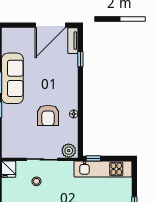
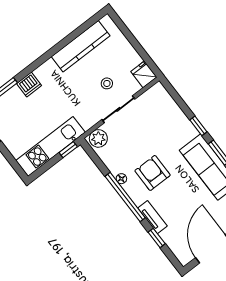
tv unit: (73, 41) -> (152, 217), moved
window: (80, 100) -> (125, 197), added
armchair: (48, 115) -> (153, 173), moved

